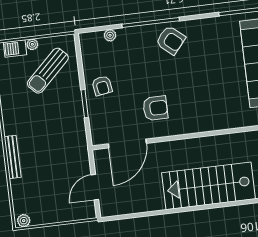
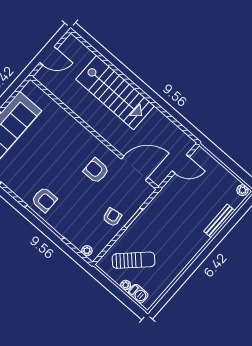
plant: (110, 35) -> (87, 251), moved
armchair: (171, 40) -> (44, 200), turned 140
bench: (13, 157) -> (219, 221), moved

